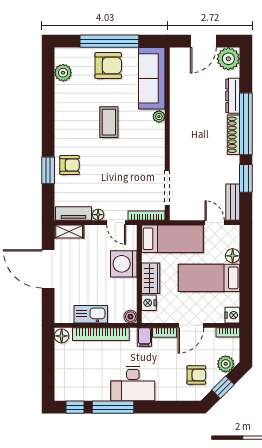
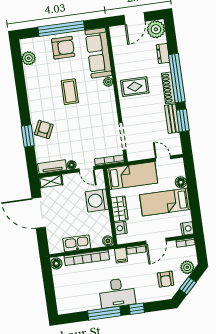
dresser: (233, 96) -> (163, 53), width x0.70
rug: (192, 127) -> (135, 87), added
armchair: (70, 165) -> (44, 129), turned -65
bench: (233, 202) -> (172, 119), moved
armchair: (196, 375) -> (166, 279), turned 90
window: (75, 407) -> (137, 309), moved

